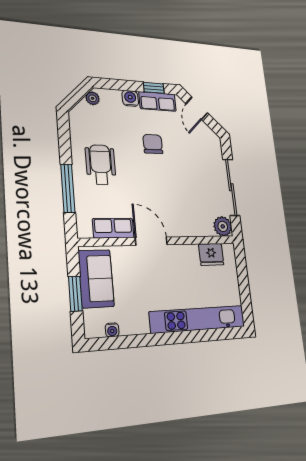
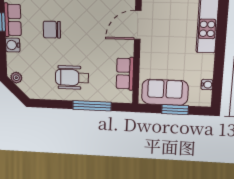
door: (151, 241) -> (138, 25), moved

